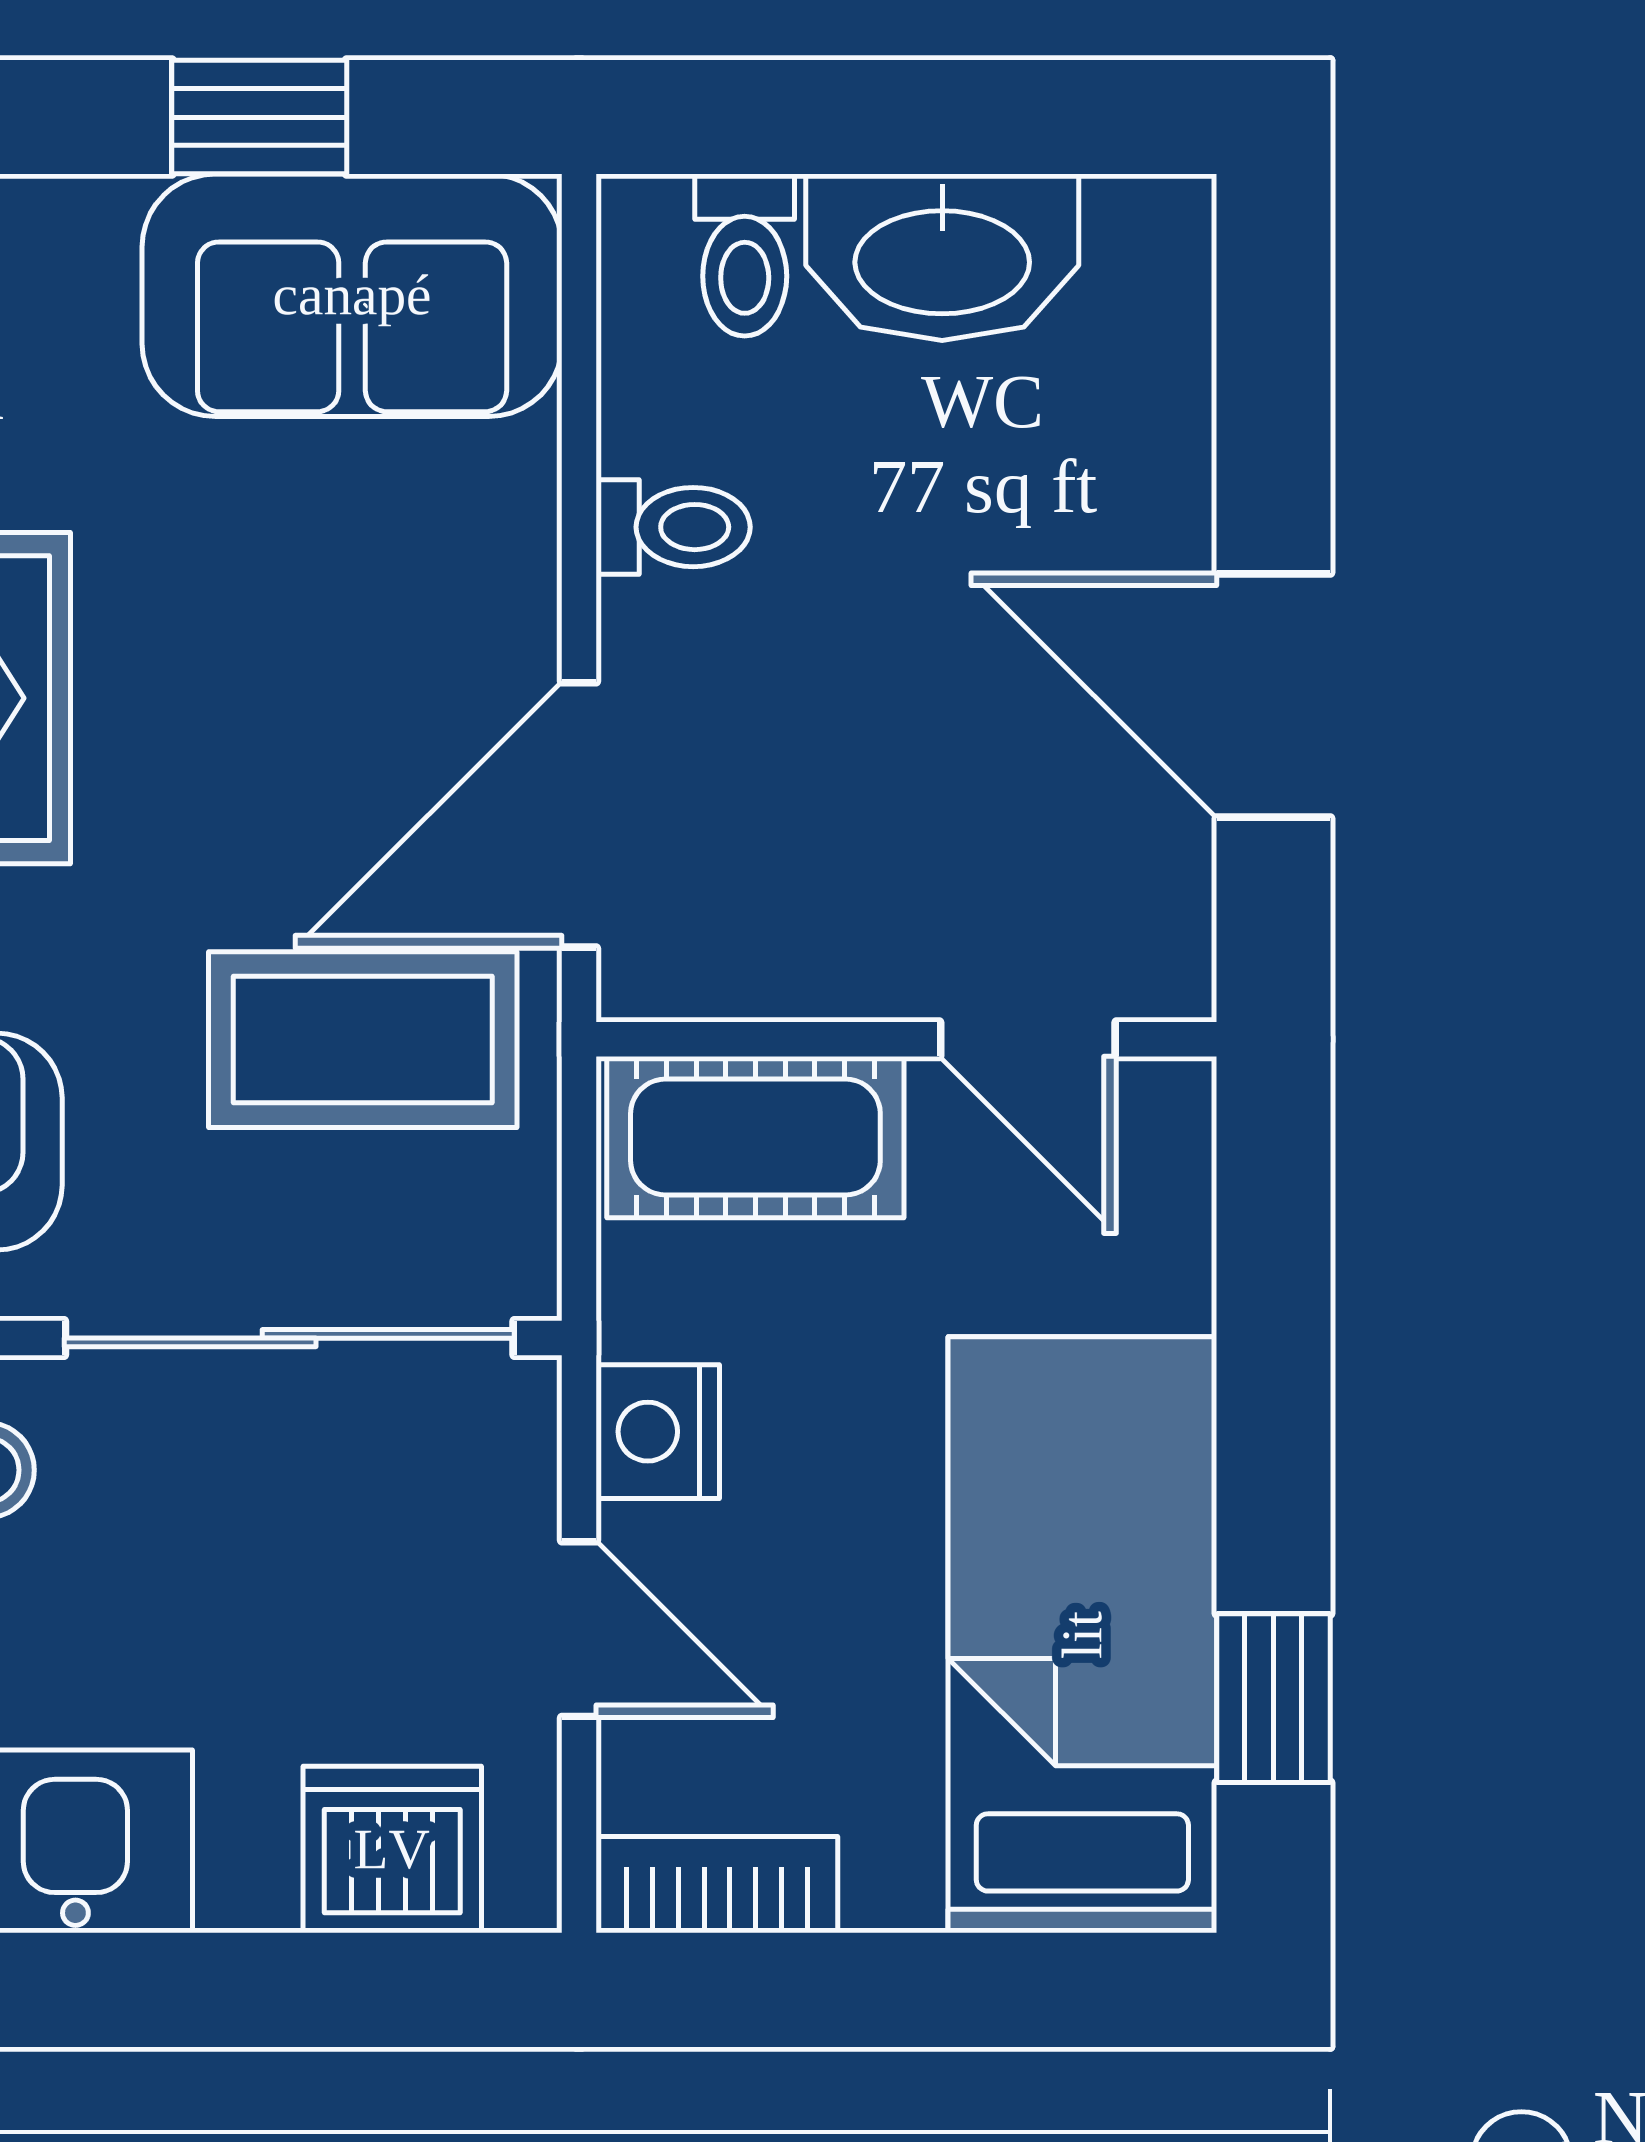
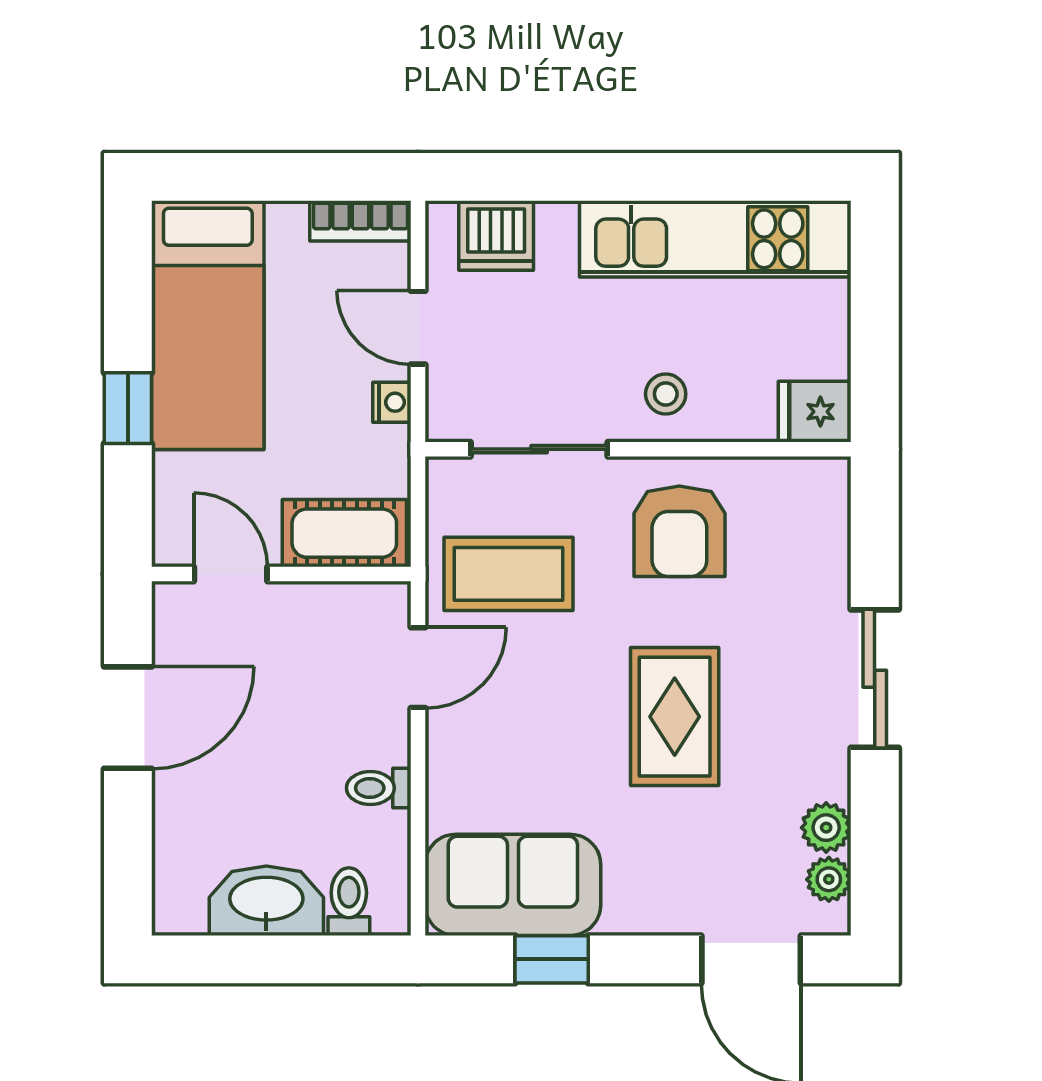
door: (1273, 695) -> (128, 718), hinge flipped
door: (579, 815) -> (418, 668), width x0.73
sliding door: (289, 1338) -> (539, 449), width x0.73
nightstand: (658, 1432) -> (392, 402), width x0.72, depth x0.74
window: (1273, 1698) -> (128, 408), moved

